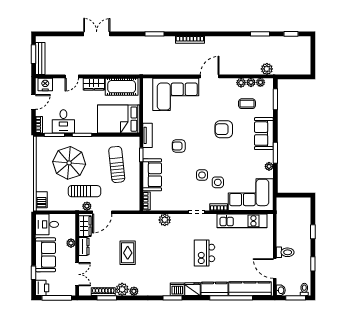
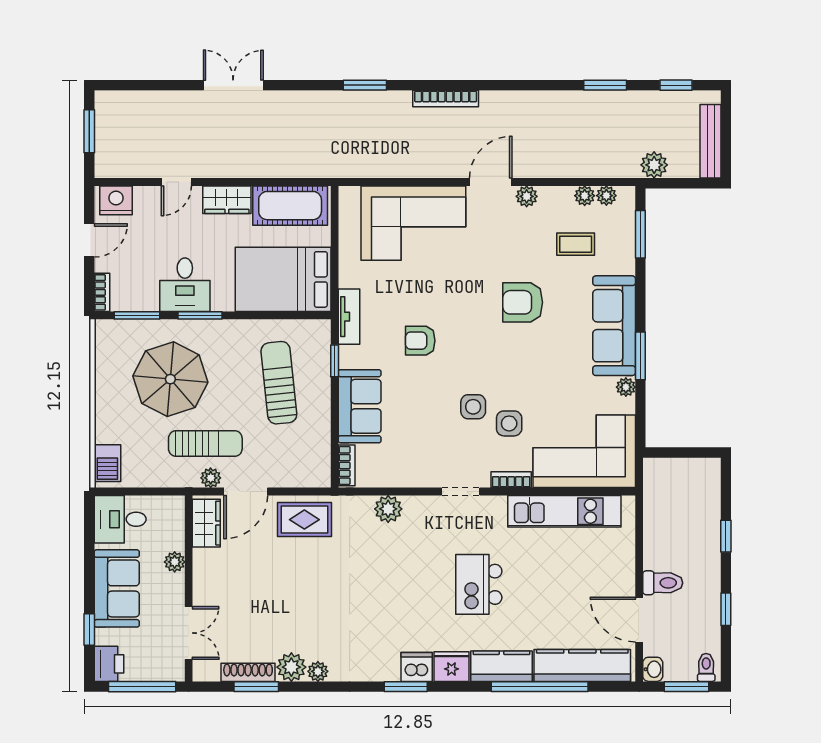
bench: (40, 59) -> (711, 141), moved
plant: (267, 69) -> (654, 165), moved
plant: (241, 83) -> (527, 196), moved
desk: (63, 121) -> (185, 285), moved
sofa: (264, 134) -> (614, 326), width x1.36
dresser: (84, 247) -> (204, 570), removed
rug: (128, 253) -> (304, 520), moved, turned 90

